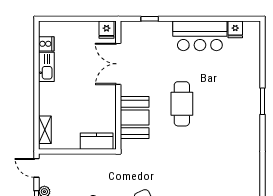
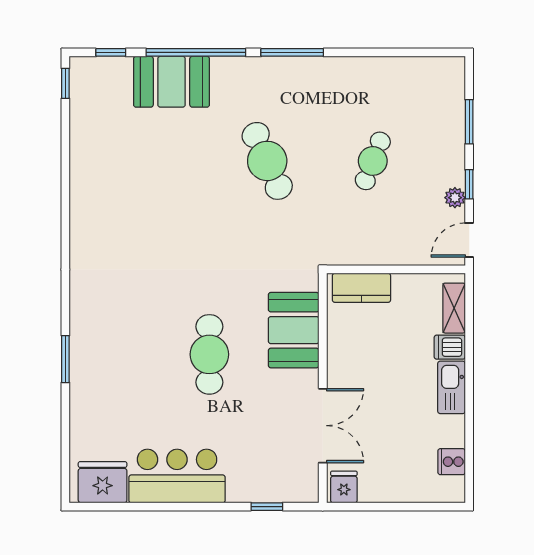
fridge: (235, 29) -> (103, 482), width x1.88, depth x1.34
kitchen sink: (46, 67) -> (451, 387), moved
dishwasher: (47, 108) -> (450, 347), added
door: (36, 168) -> (469, 240), swing flipped

